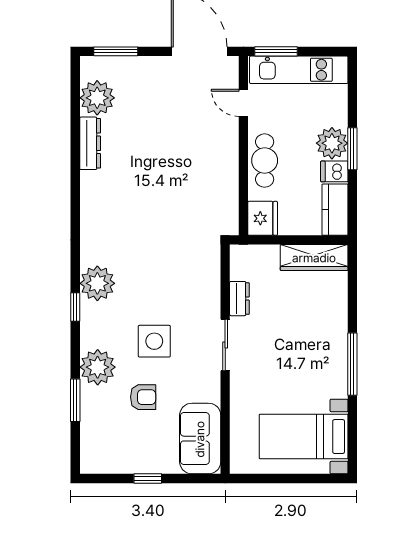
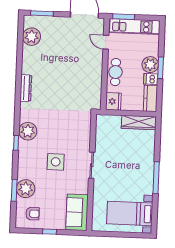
dresser: (90, 143) -> (26, 88), moved
dresser: (239, 299) -> (100, 142), removed
plant: (98, 367) -> (26, 189), moved
armchair: (143, 397) -> (33, 214), moved

